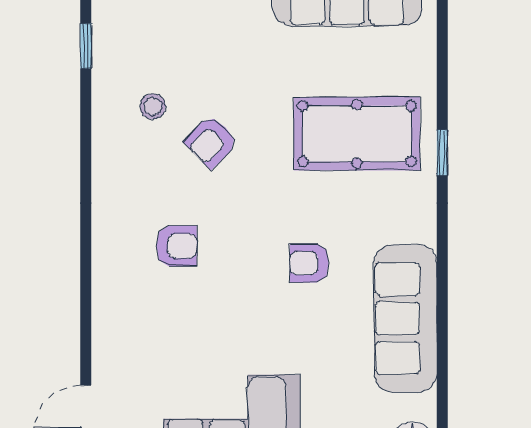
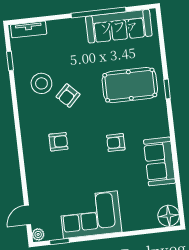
stool: (153, 106) -> (41, 83), width x1.89, depth x1.89
sofa: (406, 319) -> (159, 161), width x0.73

